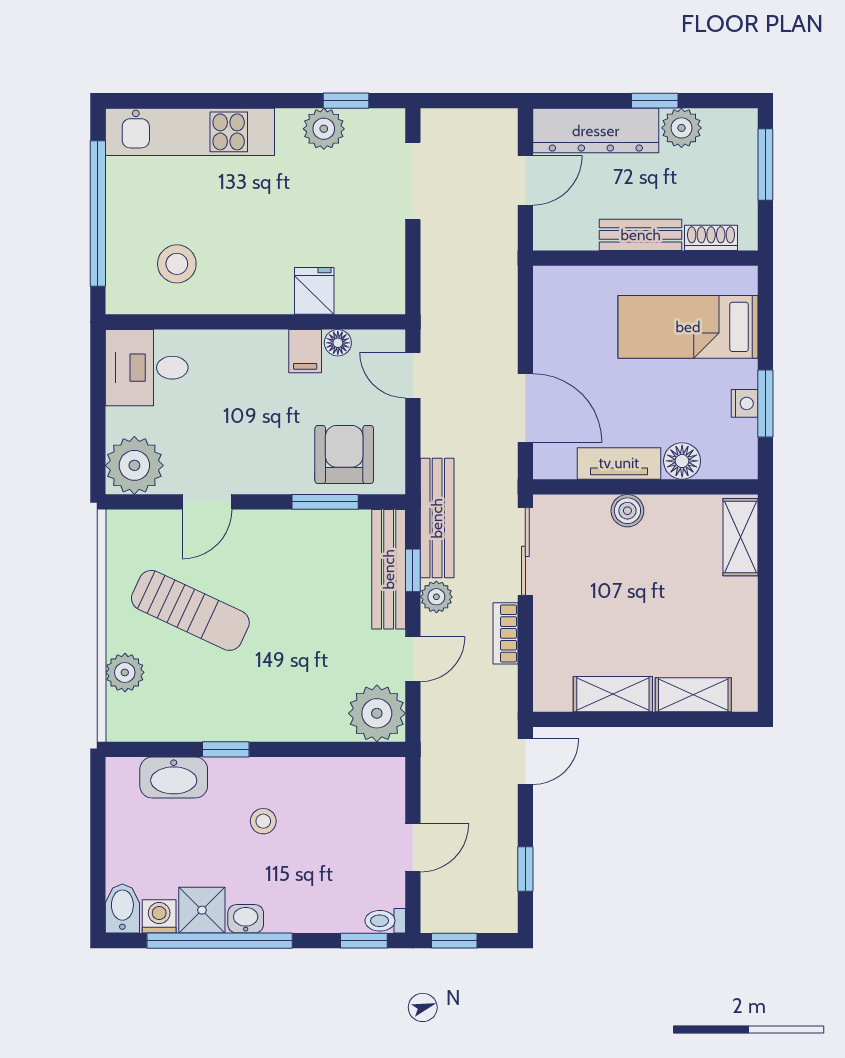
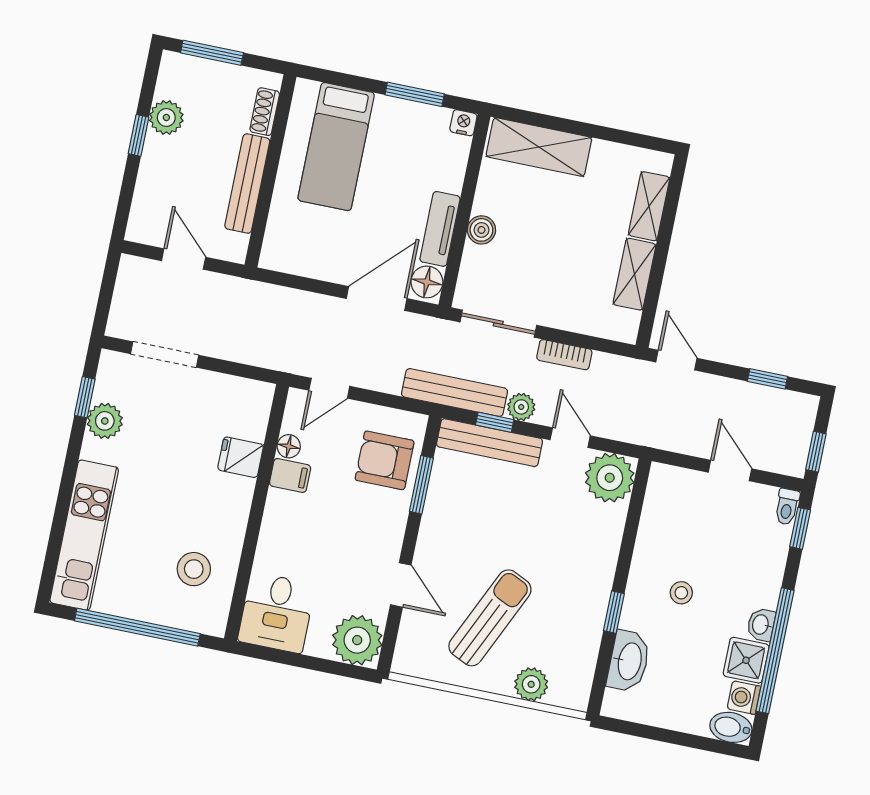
dresser: (596, 131) -> (154, 191), removed
bench: (641, 235) -> (247, 184), width x1.36
nightstand: (745, 403) -> (463, 123), moved
floor lamp: (682, 461) -> (427, 282), moved
shelving: (740, 537) -> (539, 147), width x1.50, depth x1.33

